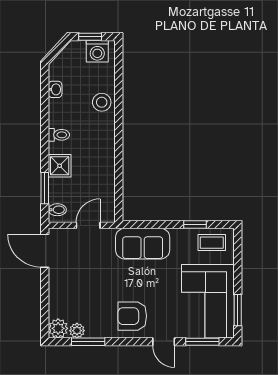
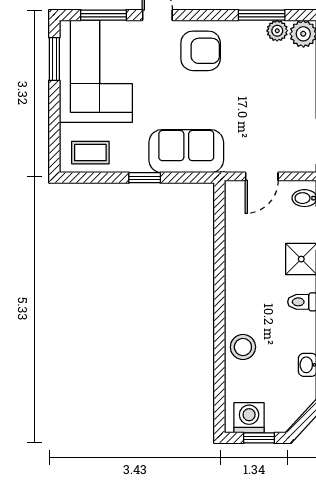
window: (195, 224) -> (145, 178), moved

